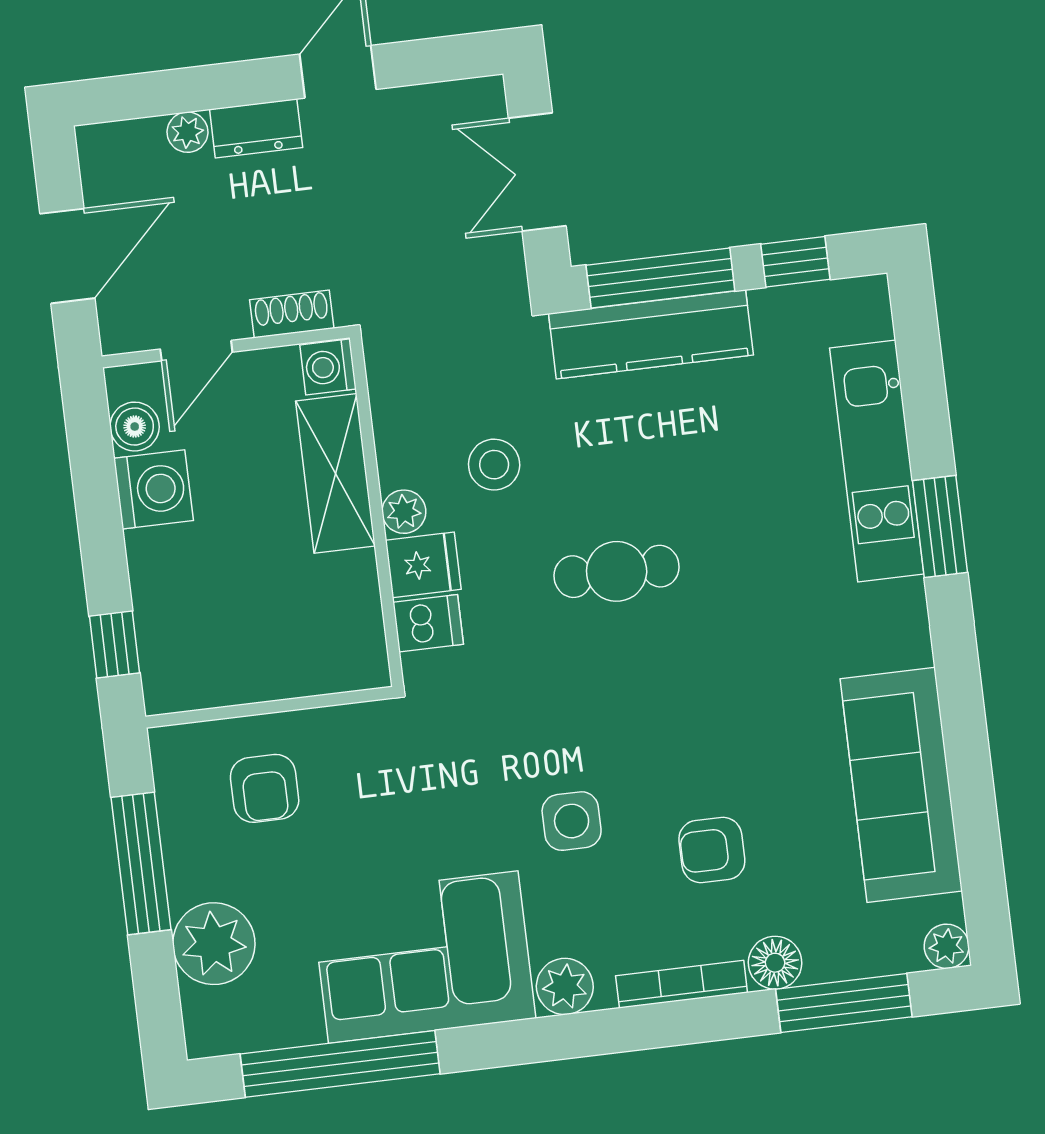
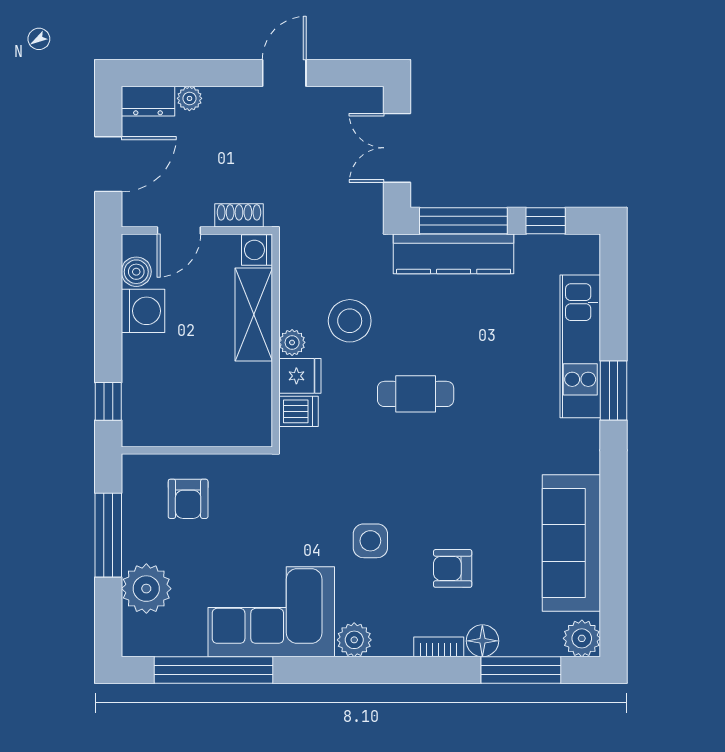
dresser: (256, 128) -> (148, 101), moved
stool: (494, 465) -> (350, 321), width x1.38, depth x1.38
plant: (947, 946) -> (582, 638), width x1.38, depth x1.38
bookcase: (682, 984) -> (439, 647), width x0.64

